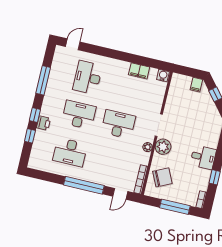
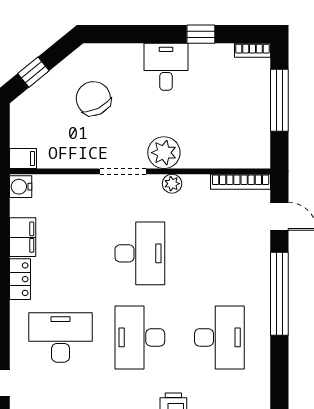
locker: (120, 65) -> (20, 279), added
desk: (88, 78) -> (61, 337), turned 180
filing cabinet: (196, 85) -> (23, 159), moved
desk: (118, 124) -> (140, 253), turned 180
chair: (162, 177) -> (93, 99), moved

